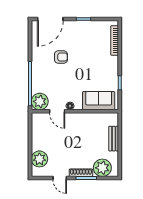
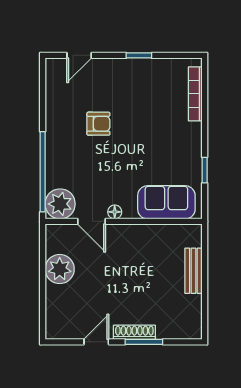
door: (50, 19) -> (79, 55), width x0.53
plant: (39, 159) -> (60, 269), moved
plant: (102, 168) -> (173, 323), removed
door: (60, 178) -> (96, 342), swing flipped

